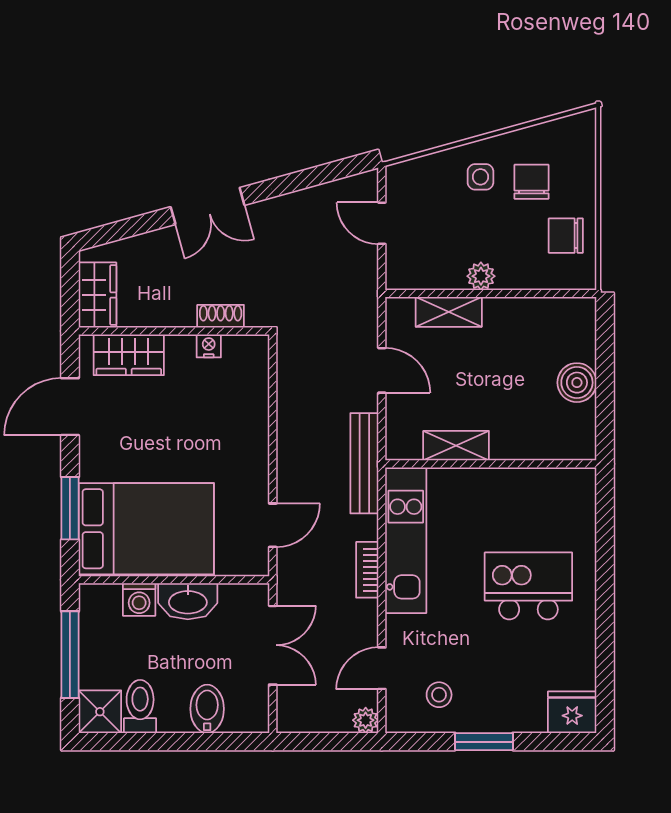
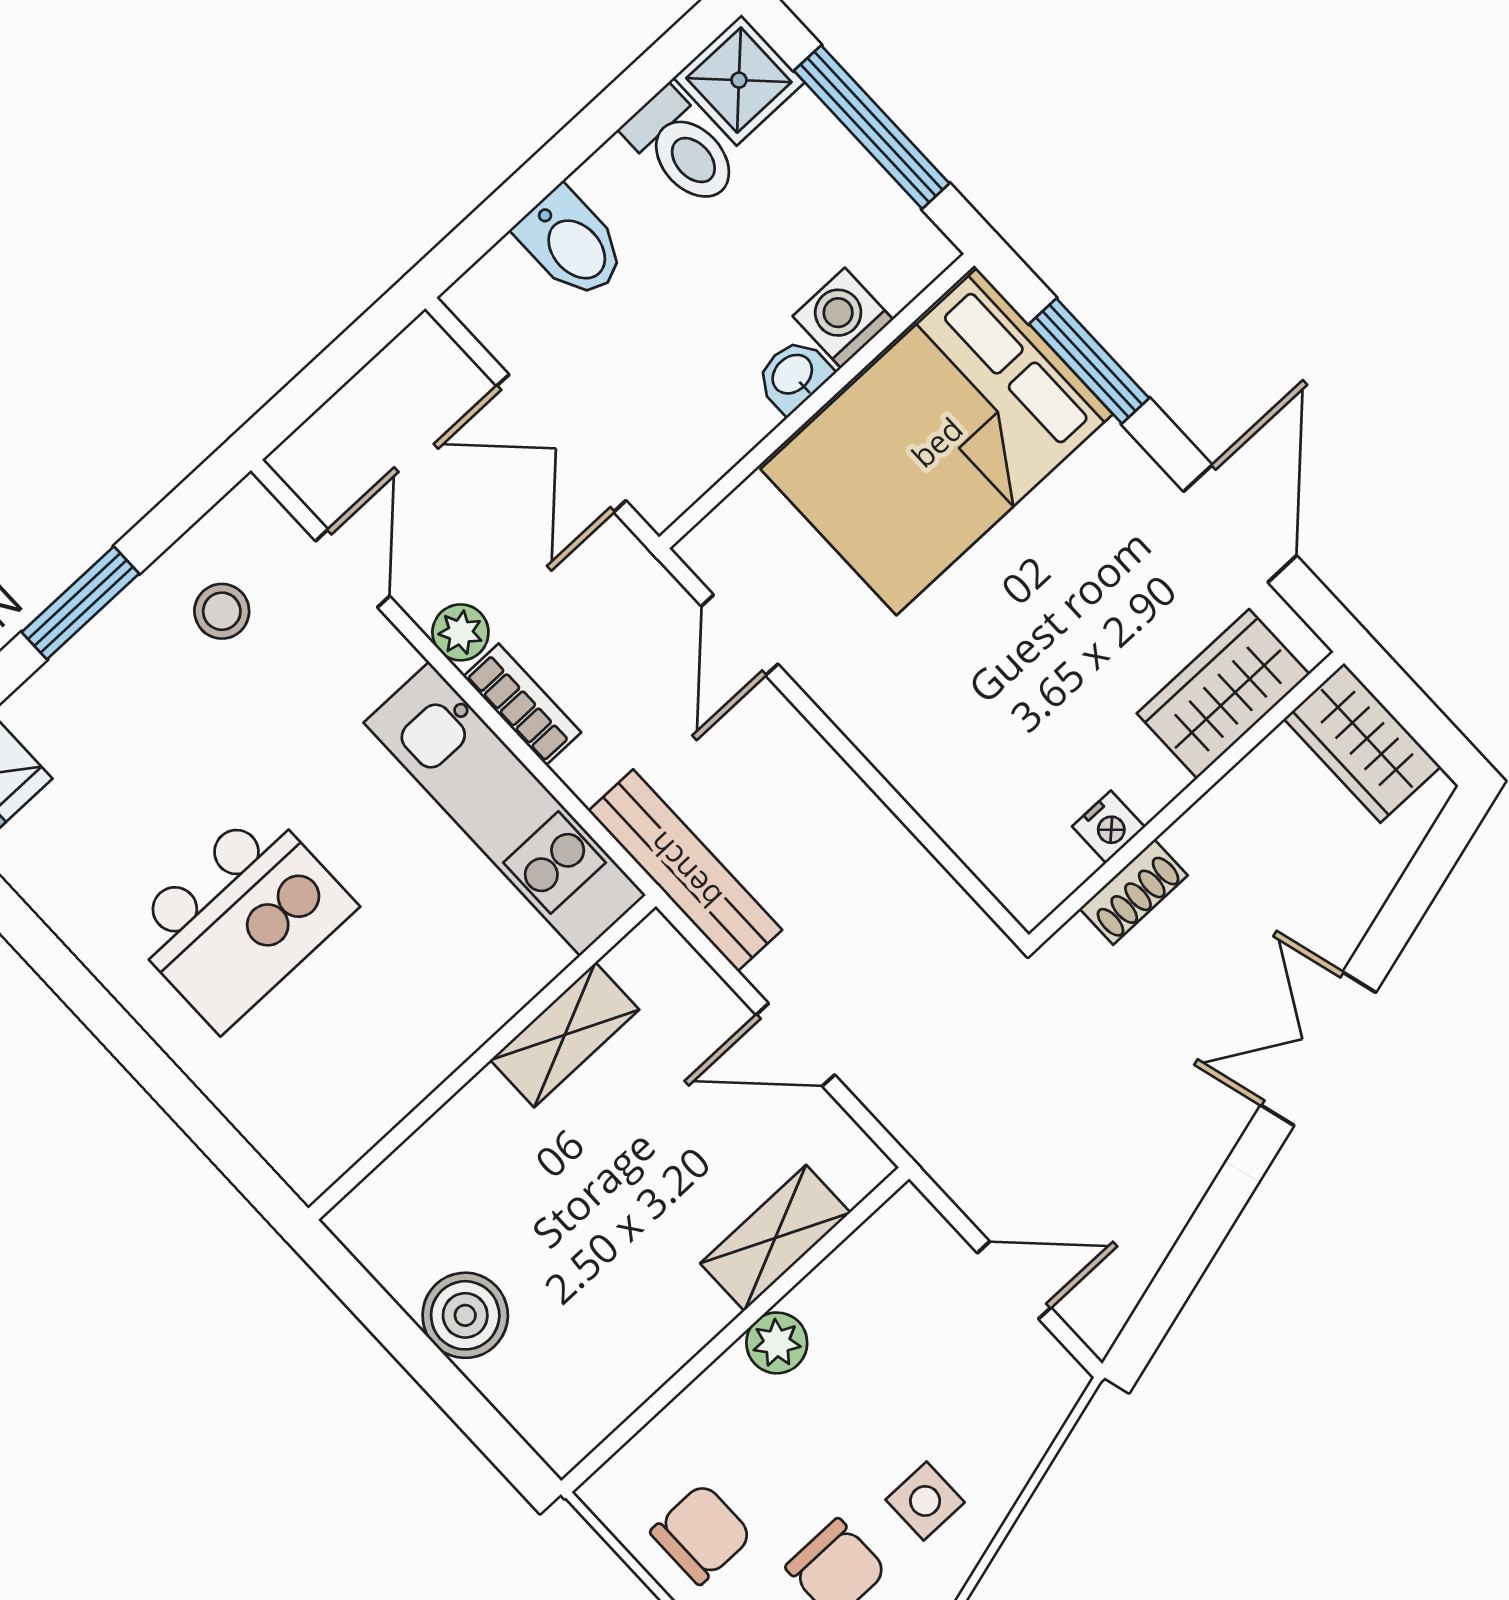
washbasin: (188, 601) -> (793, 375), width x0.52, depth x0.69
plant: (366, 720) -> (460, 632), moved

